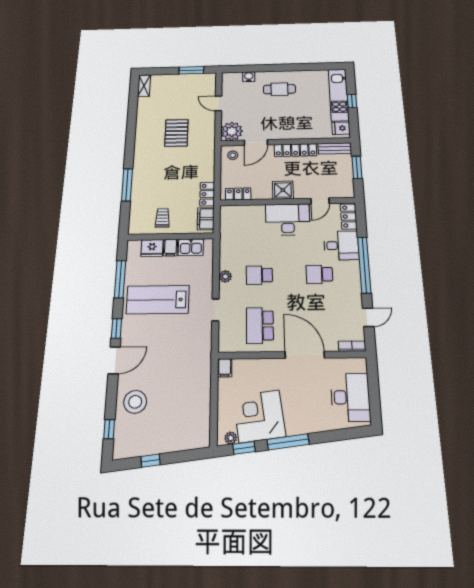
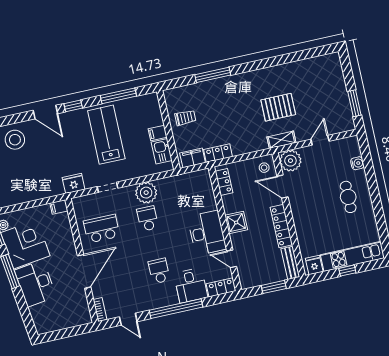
shelving: (144, 86) -> (281, 140), moved
fridge: (152, 248) -> (74, 183), moved, turned 90
plant: (225, 276) -> (146, 193), width x1.87, depth x1.87
desk: (350, 397) -> (35, 283), moved, turned 83

